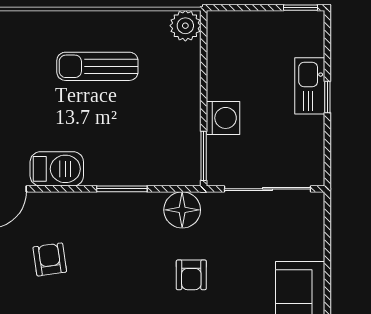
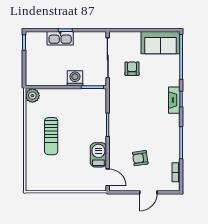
floor lamp: (182, 210) -> (117, 97), removed
armchair: (191, 275) -> (132, 69), moved, turned -90

